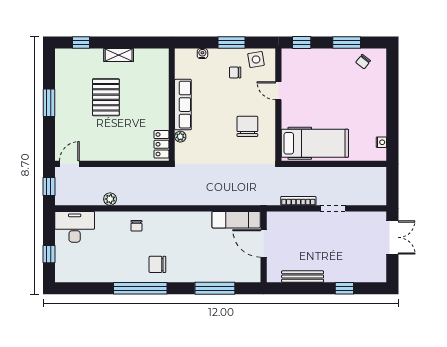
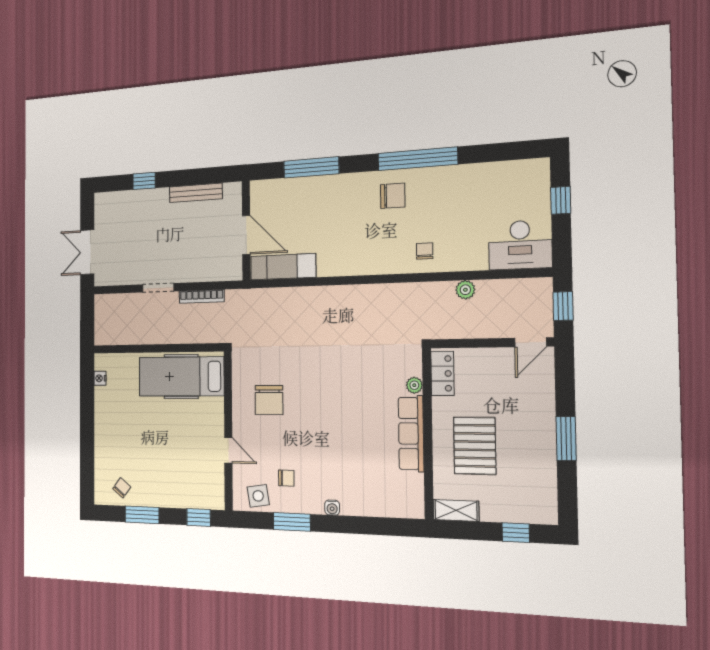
wall: (172, 105) -> (428, 434), moved
row of seats: (183, 105) -> (411, 433), moved
plant: (180, 137) -> (414, 385), moved
locker: (161, 144) -> (443, 373), moved

